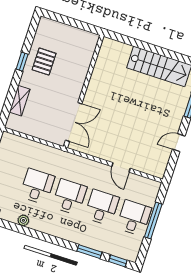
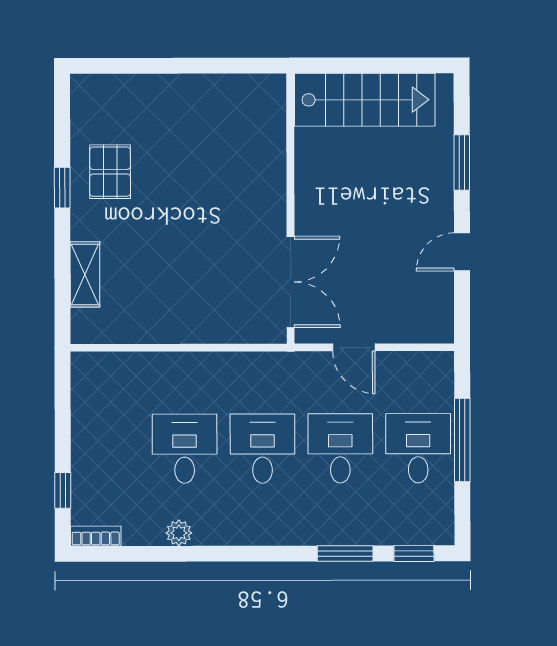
wall: (84, 91) -> (290, 209), moved
double door: (74, 122) -> (291, 282), moved

